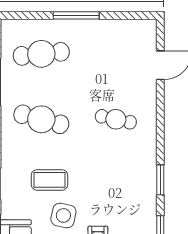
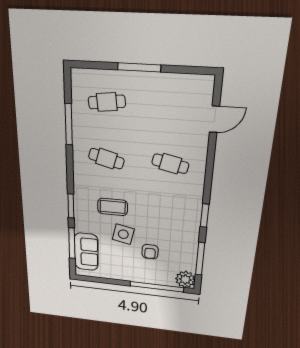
cafe table: (41, 54) -> (107, 102), width x0.73, depth x0.74
cafe table: (41, 119) -> (106, 159), width x0.73, depth x0.74

